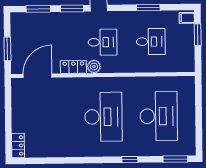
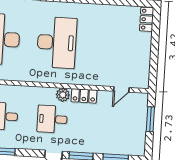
door: (38, 76) -> (121, 89), width x0.53
desk: (103, 117) -> (57, 42), turned 180

